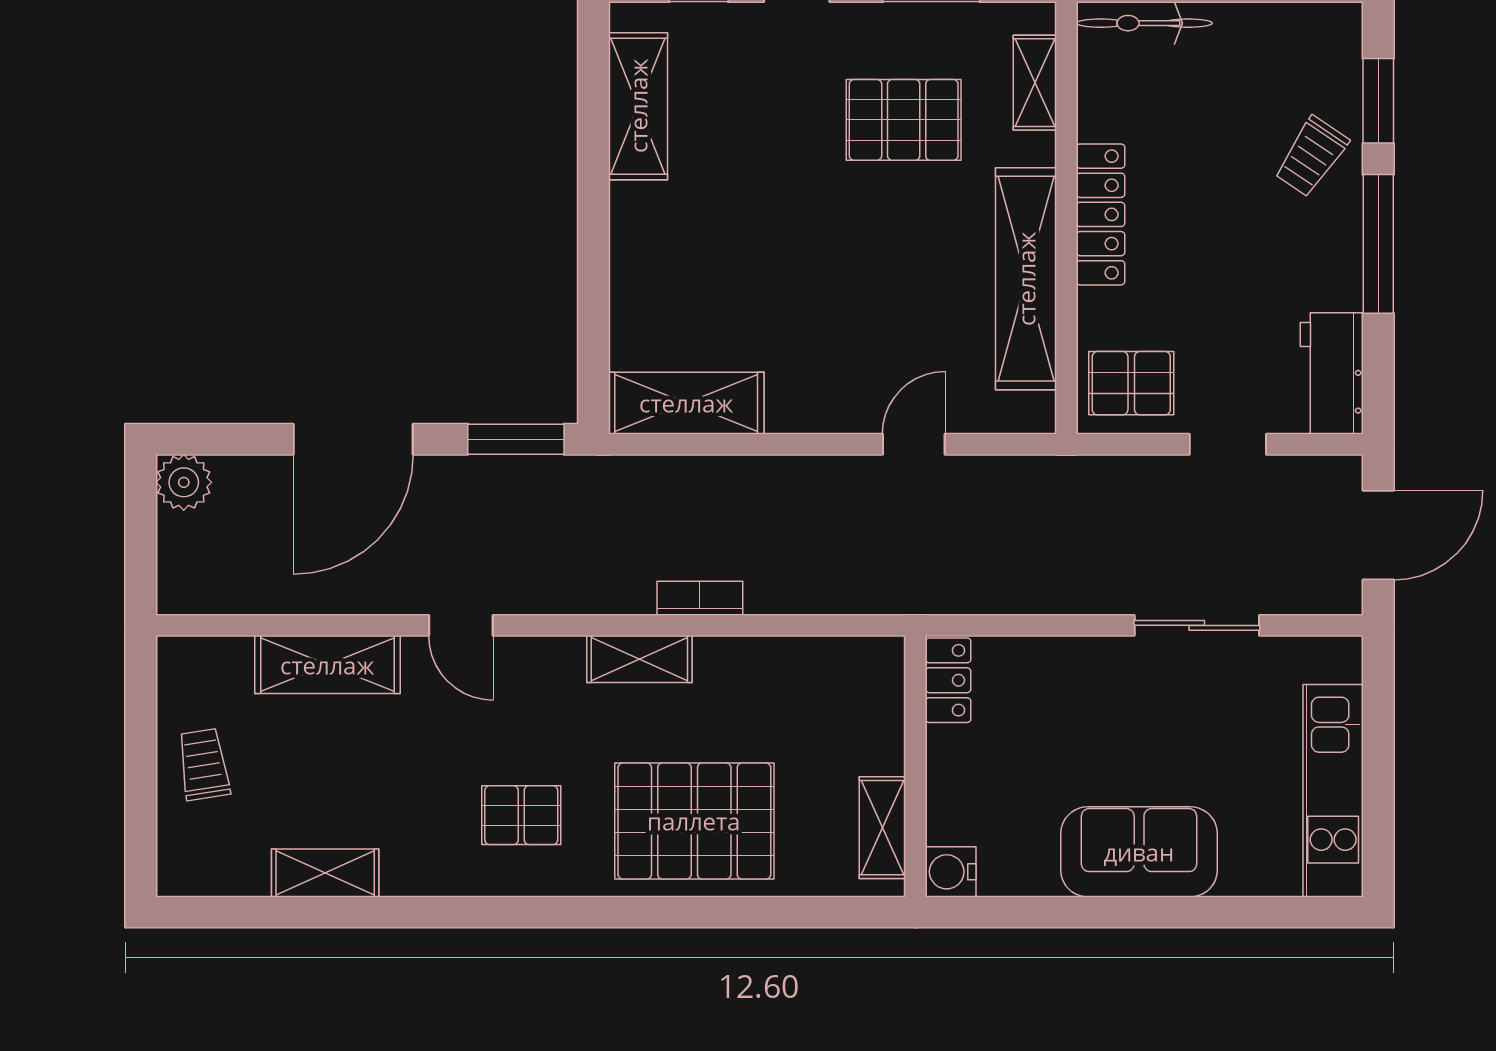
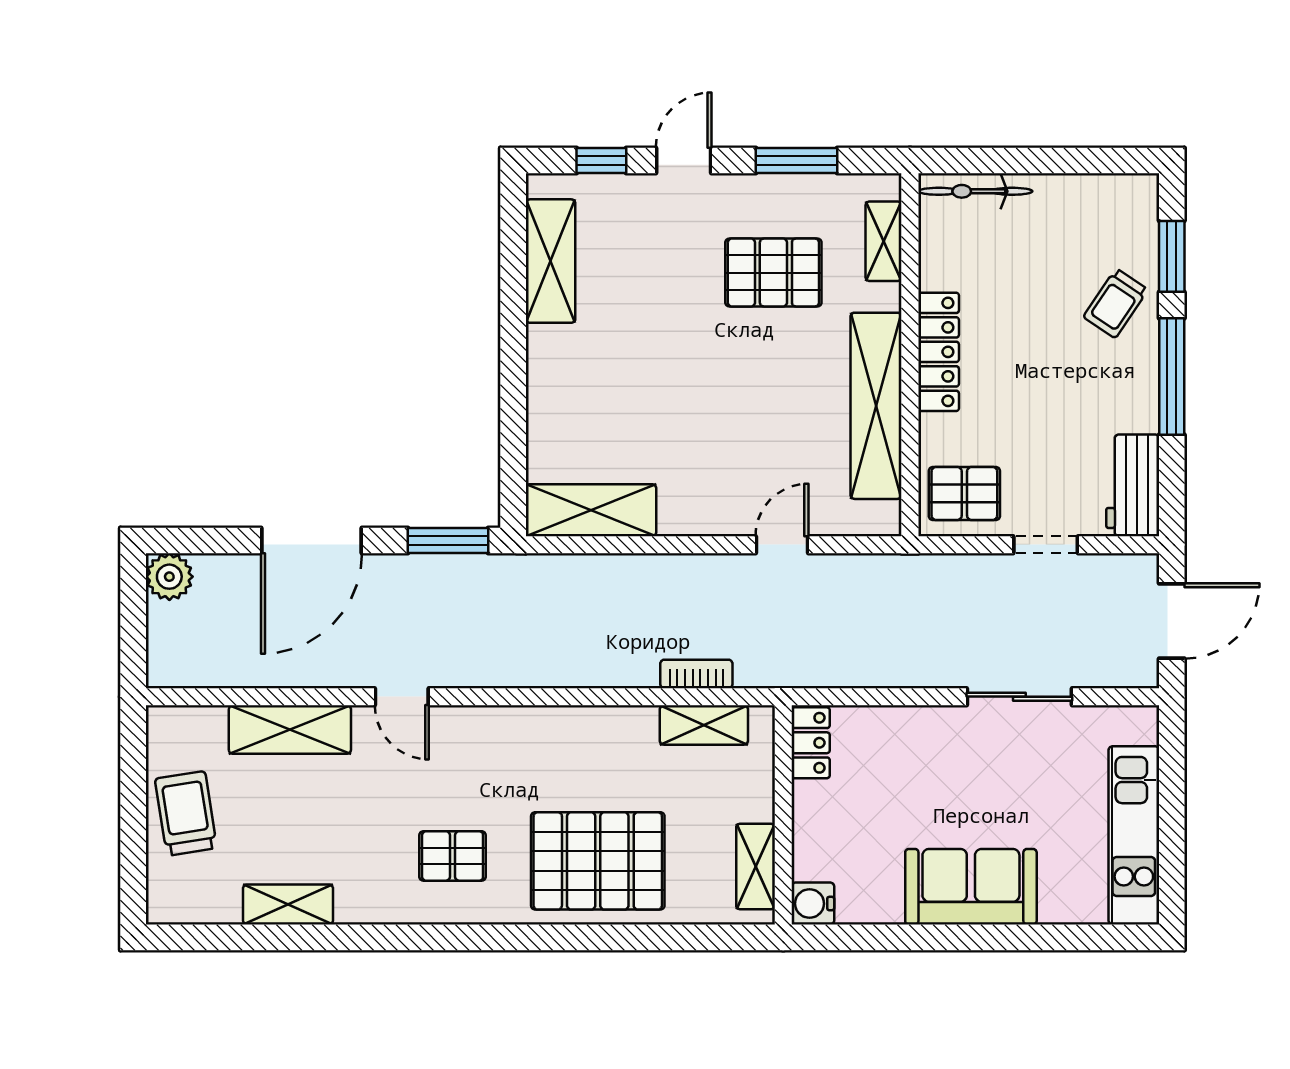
bookcase: (700, 598) -> (696, 674), moved
shelving: (639, 659) -> (704, 725), moved
trolley: (204, 764) -> (186, 813), width x1.36, depth x1.39

